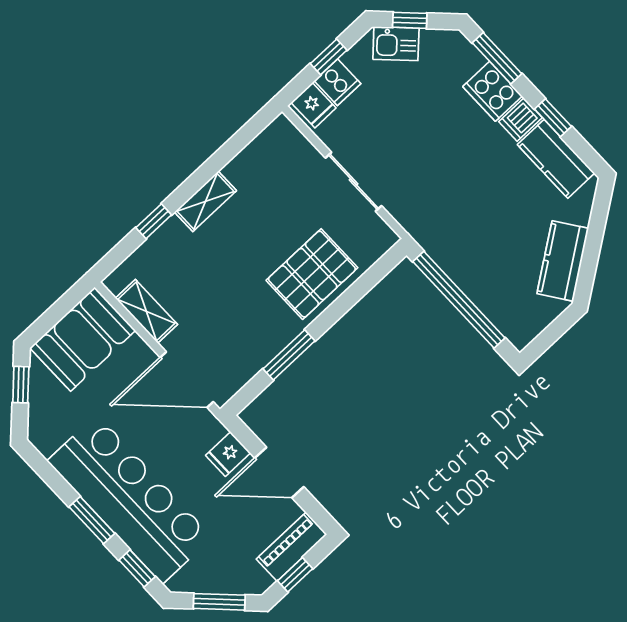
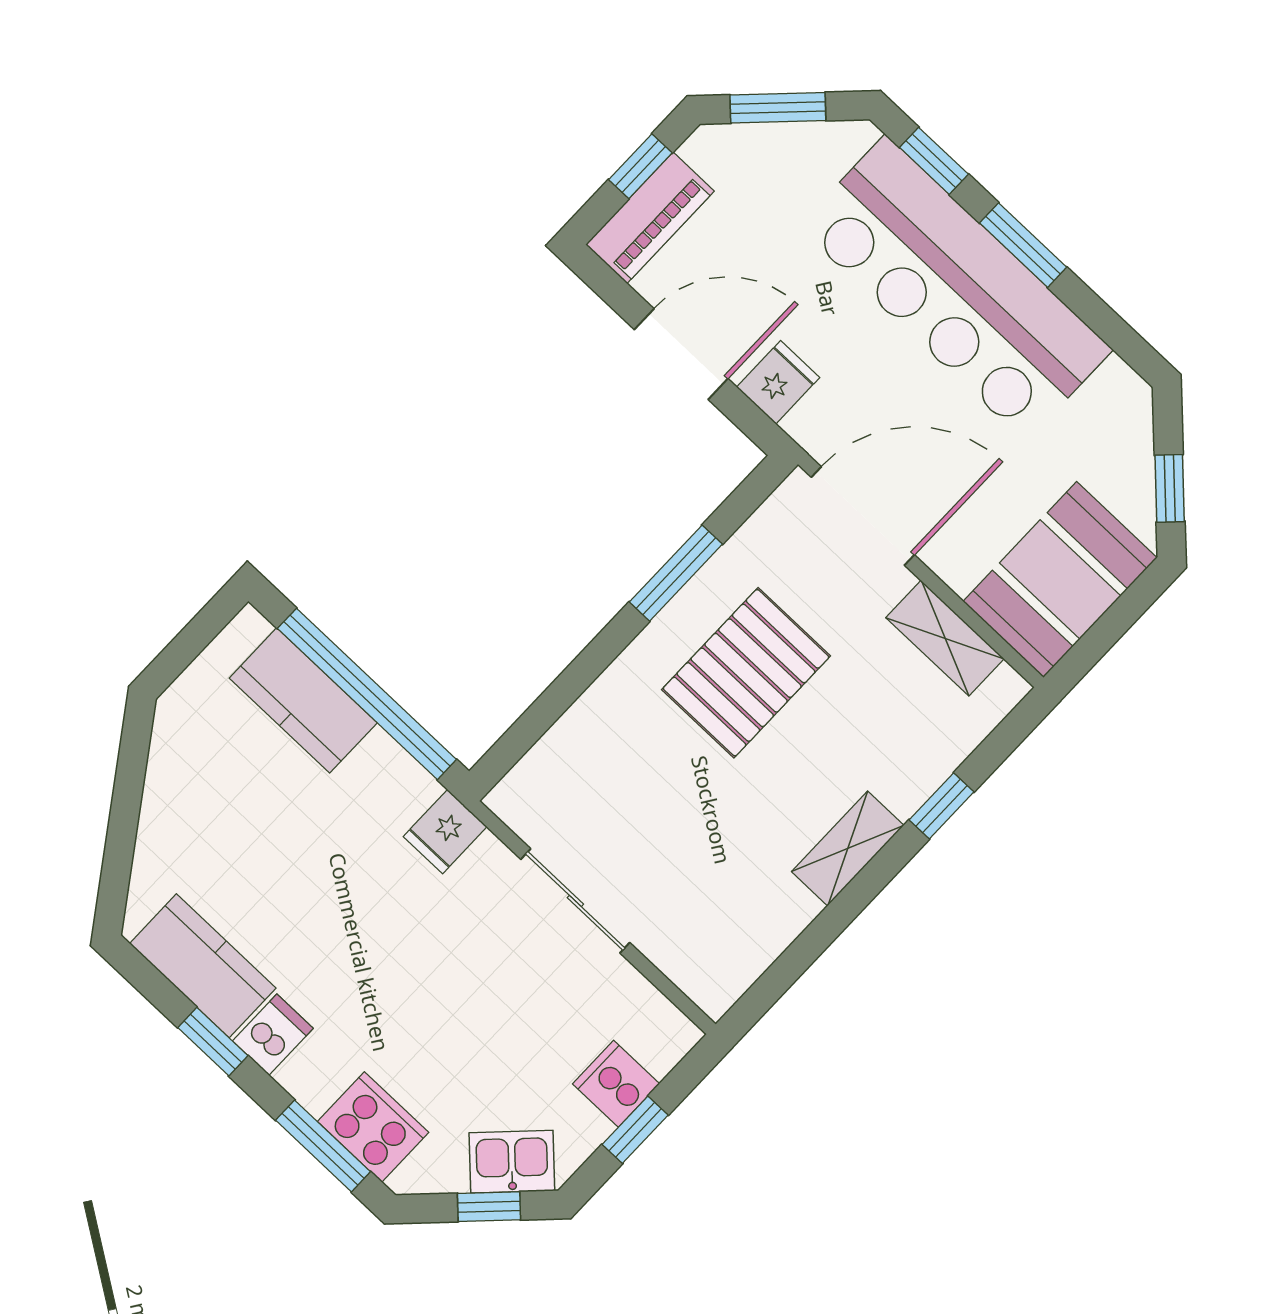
cooker: (492, 91) -> (373, 1127), moved
fridge: (314, 105) -> (445, 832), moved, turned -90
kitchen counter: (563, 261) -> (303, 700), moved, turned 125
pallet: (312, 274) -> (746, 673), moved

